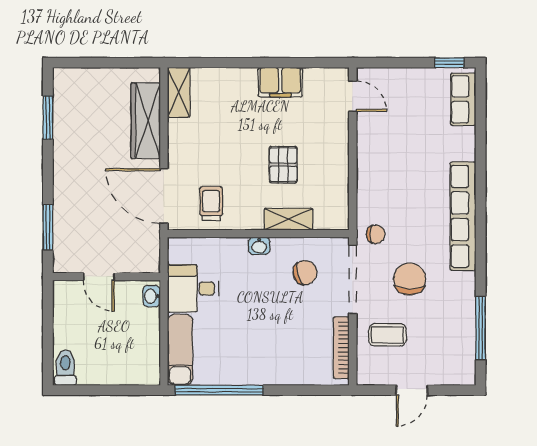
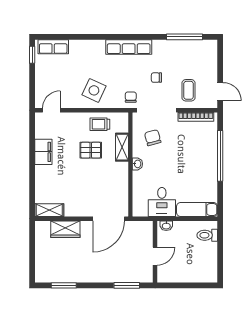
wardrobe: (146, 121) -> (65, 229), width x0.67
side table: (387, 170) -> (94, 90), added
trolley: (211, 203) -> (100, 124), moved
row of seats: (463, 216) -> (129, 47), width x0.73
chair: (410, 279) -> (156, 78), width x0.54, depth x0.54
toilet: (65, 368) -> (207, 235), moved
window: (219, 390) -> (220, 156), moved
door: (412, 390) -> (220, 92), moved

